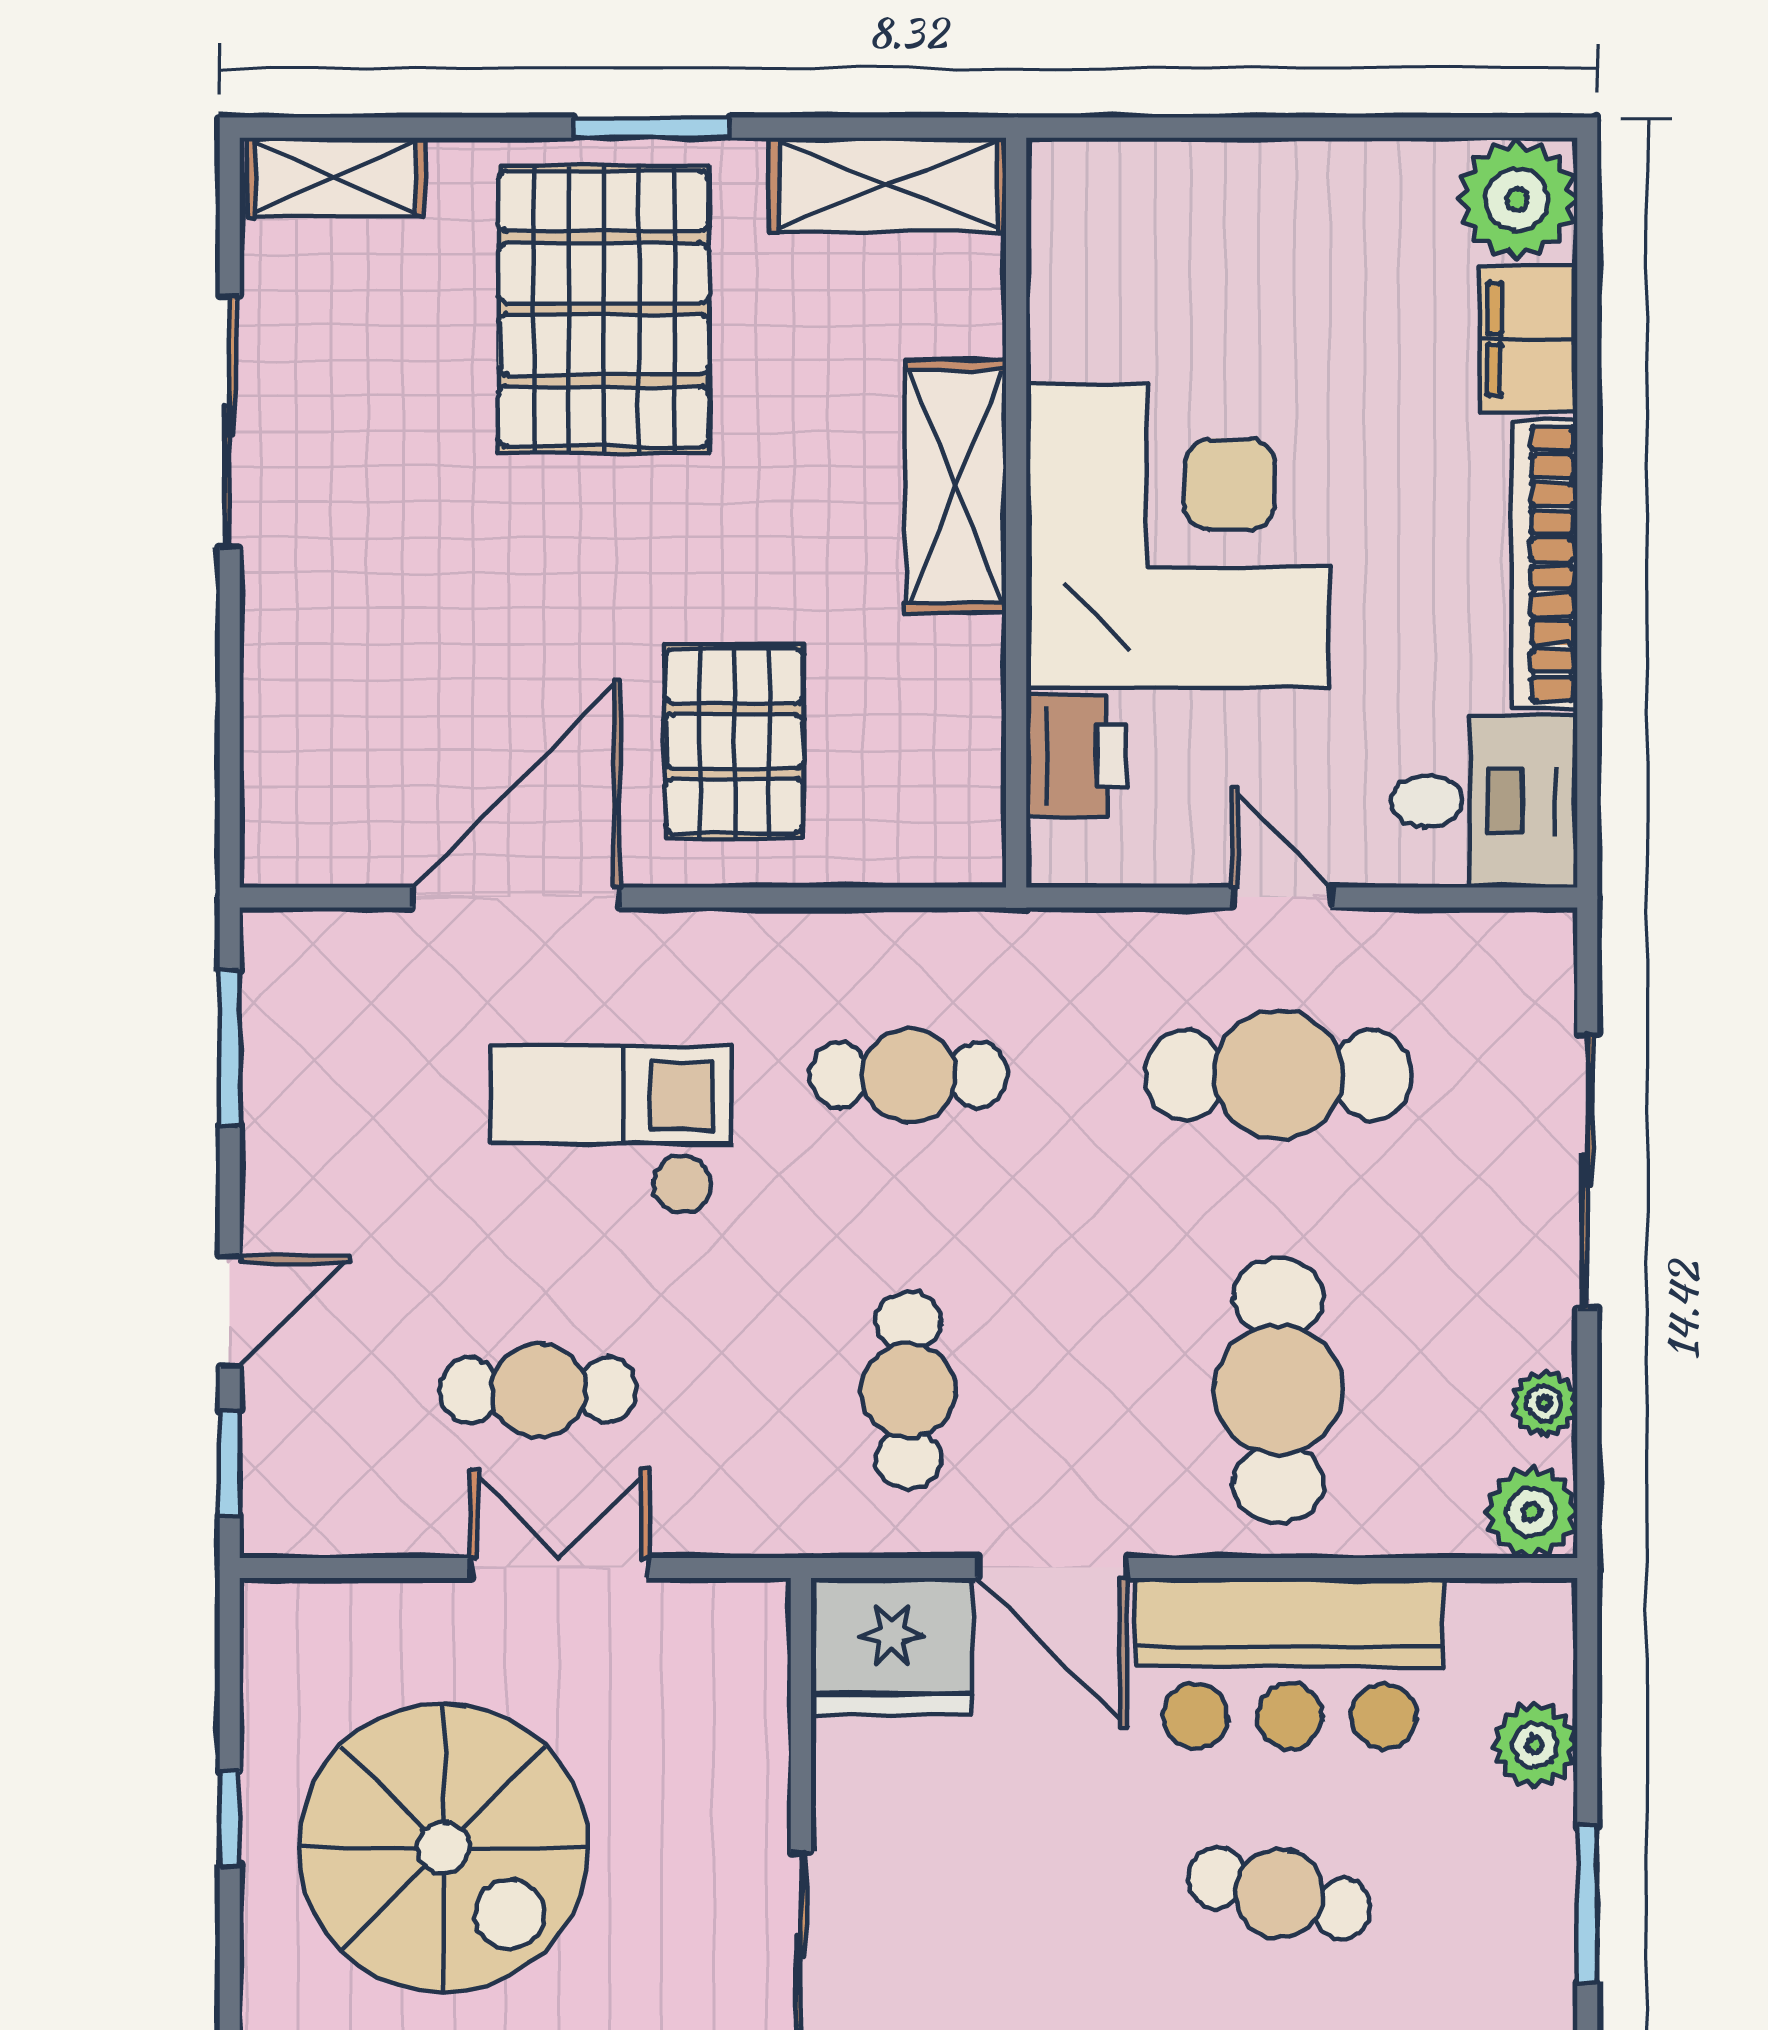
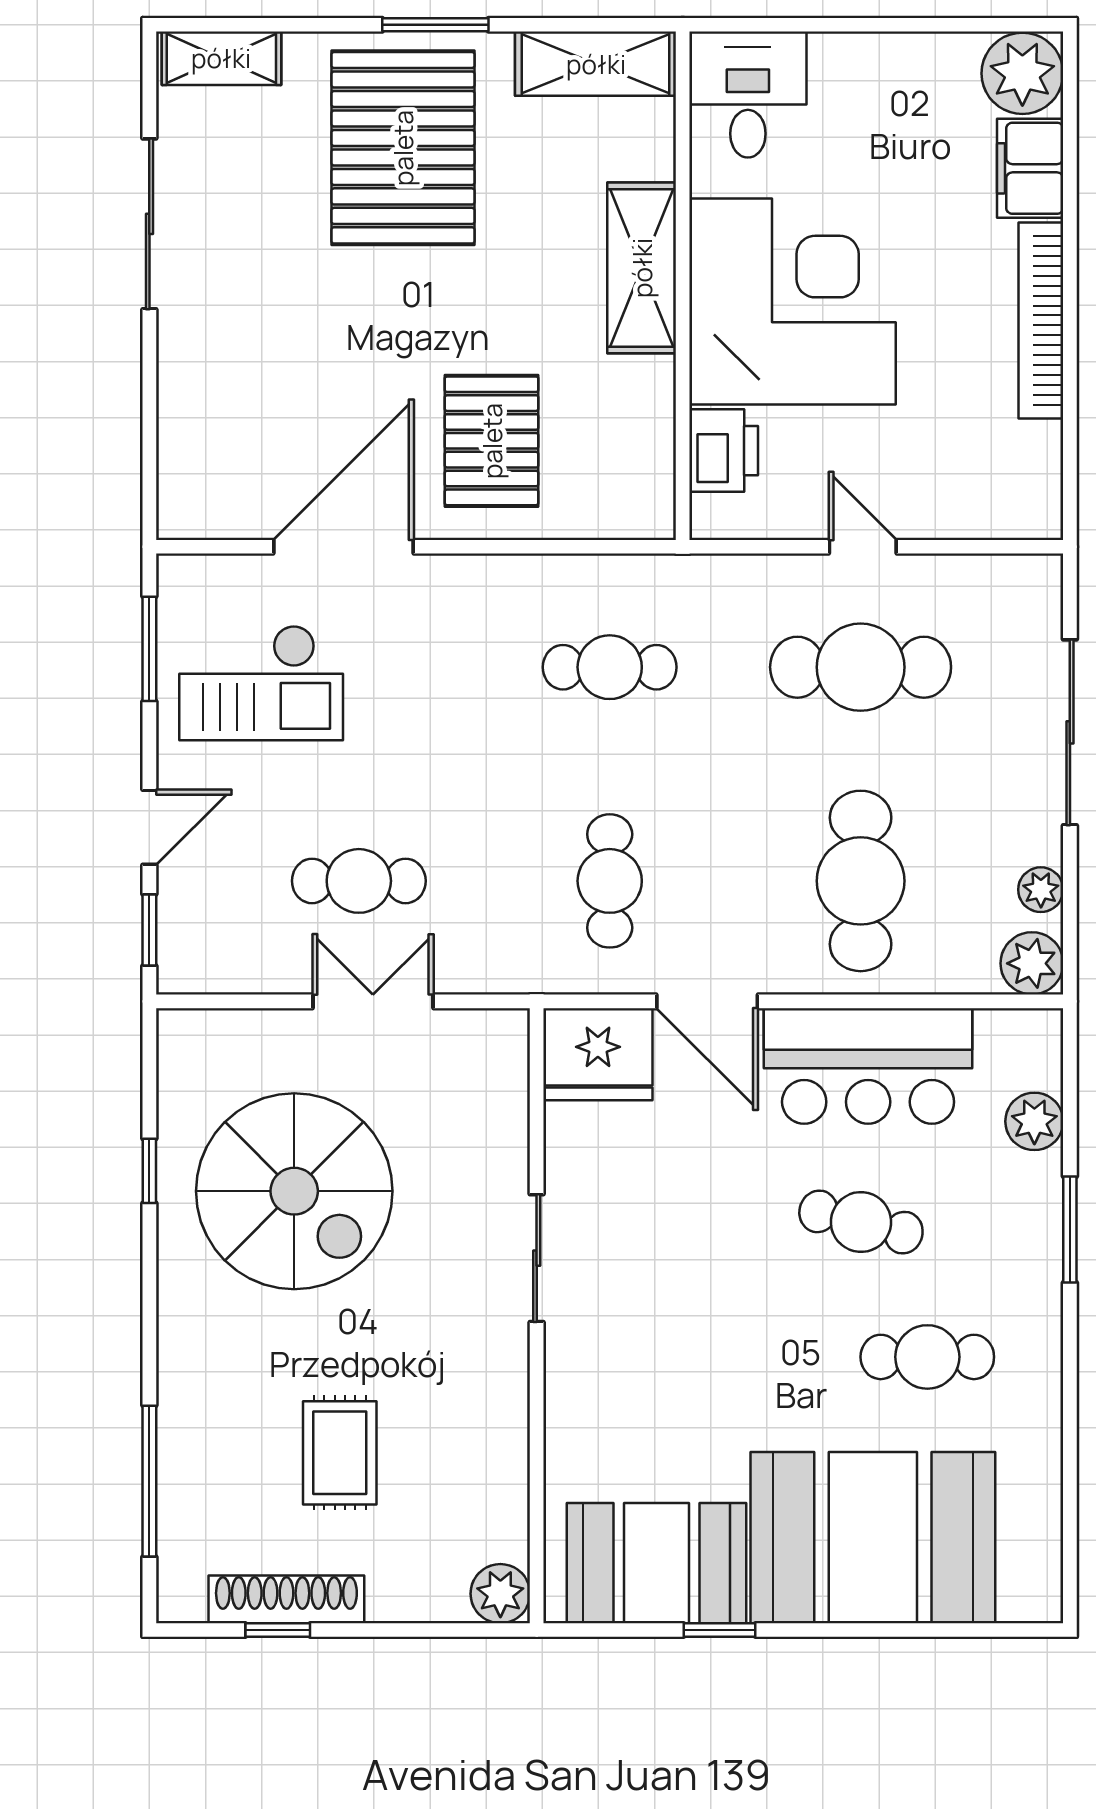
desk: (1484, 801) -> (748, 95), moved, turned -90
checkout: (612, 1130) -> (261, 683), moved, turned 180

